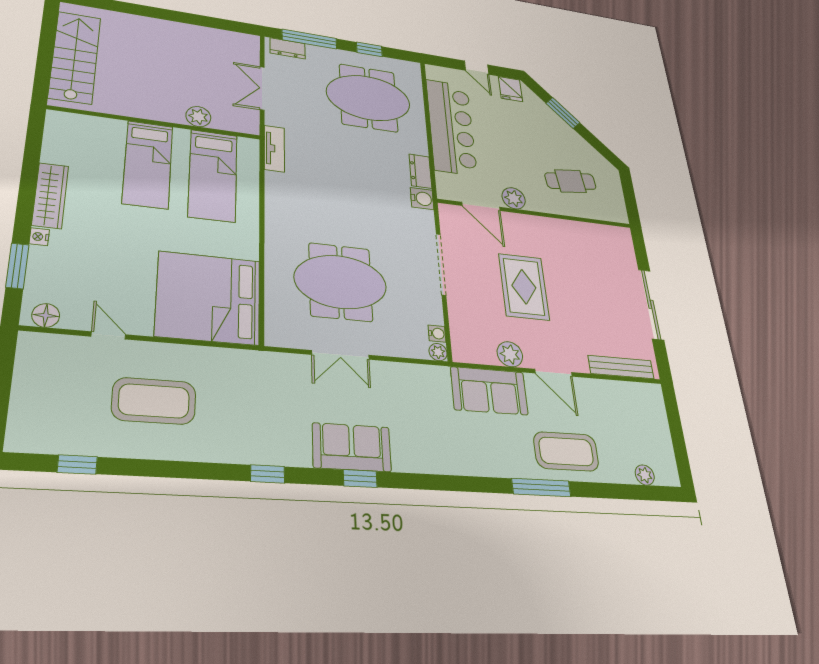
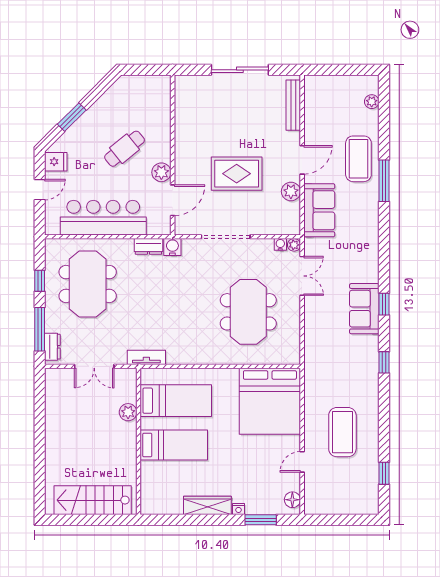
cafe table: (570, 181) -> (125, 149), moved, turned 58
double door: (341, 355) -> (302, 276), moved

